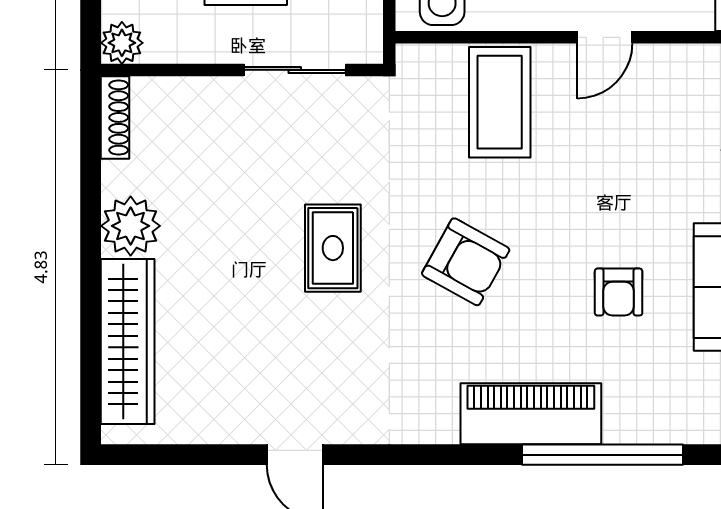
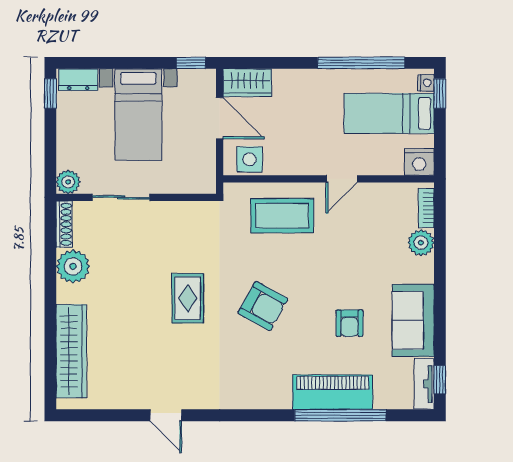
sliding door: (295, 70) -> (121, 197), moved
coffee table: (500, 102) -> (282, 216), turned 90
plant: (131, 226) -> (73, 266), moved
piano: (531, 414) -> (333, 392), moved

